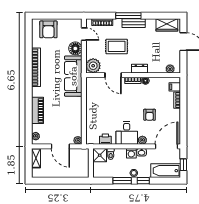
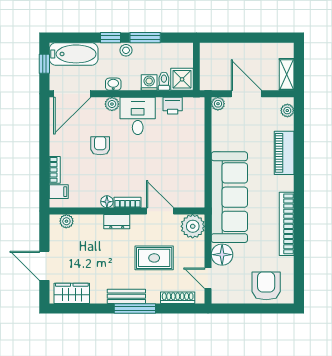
sofa: (73, 76) -> (229, 197), width x1.36, depth x1.27
washing machine: (131, 153) -> (149, 83), moved

